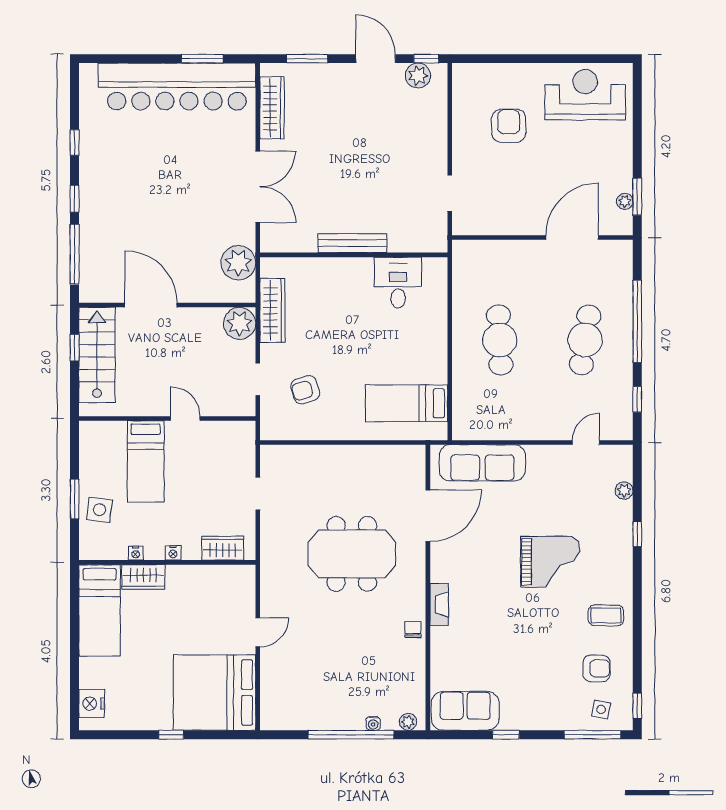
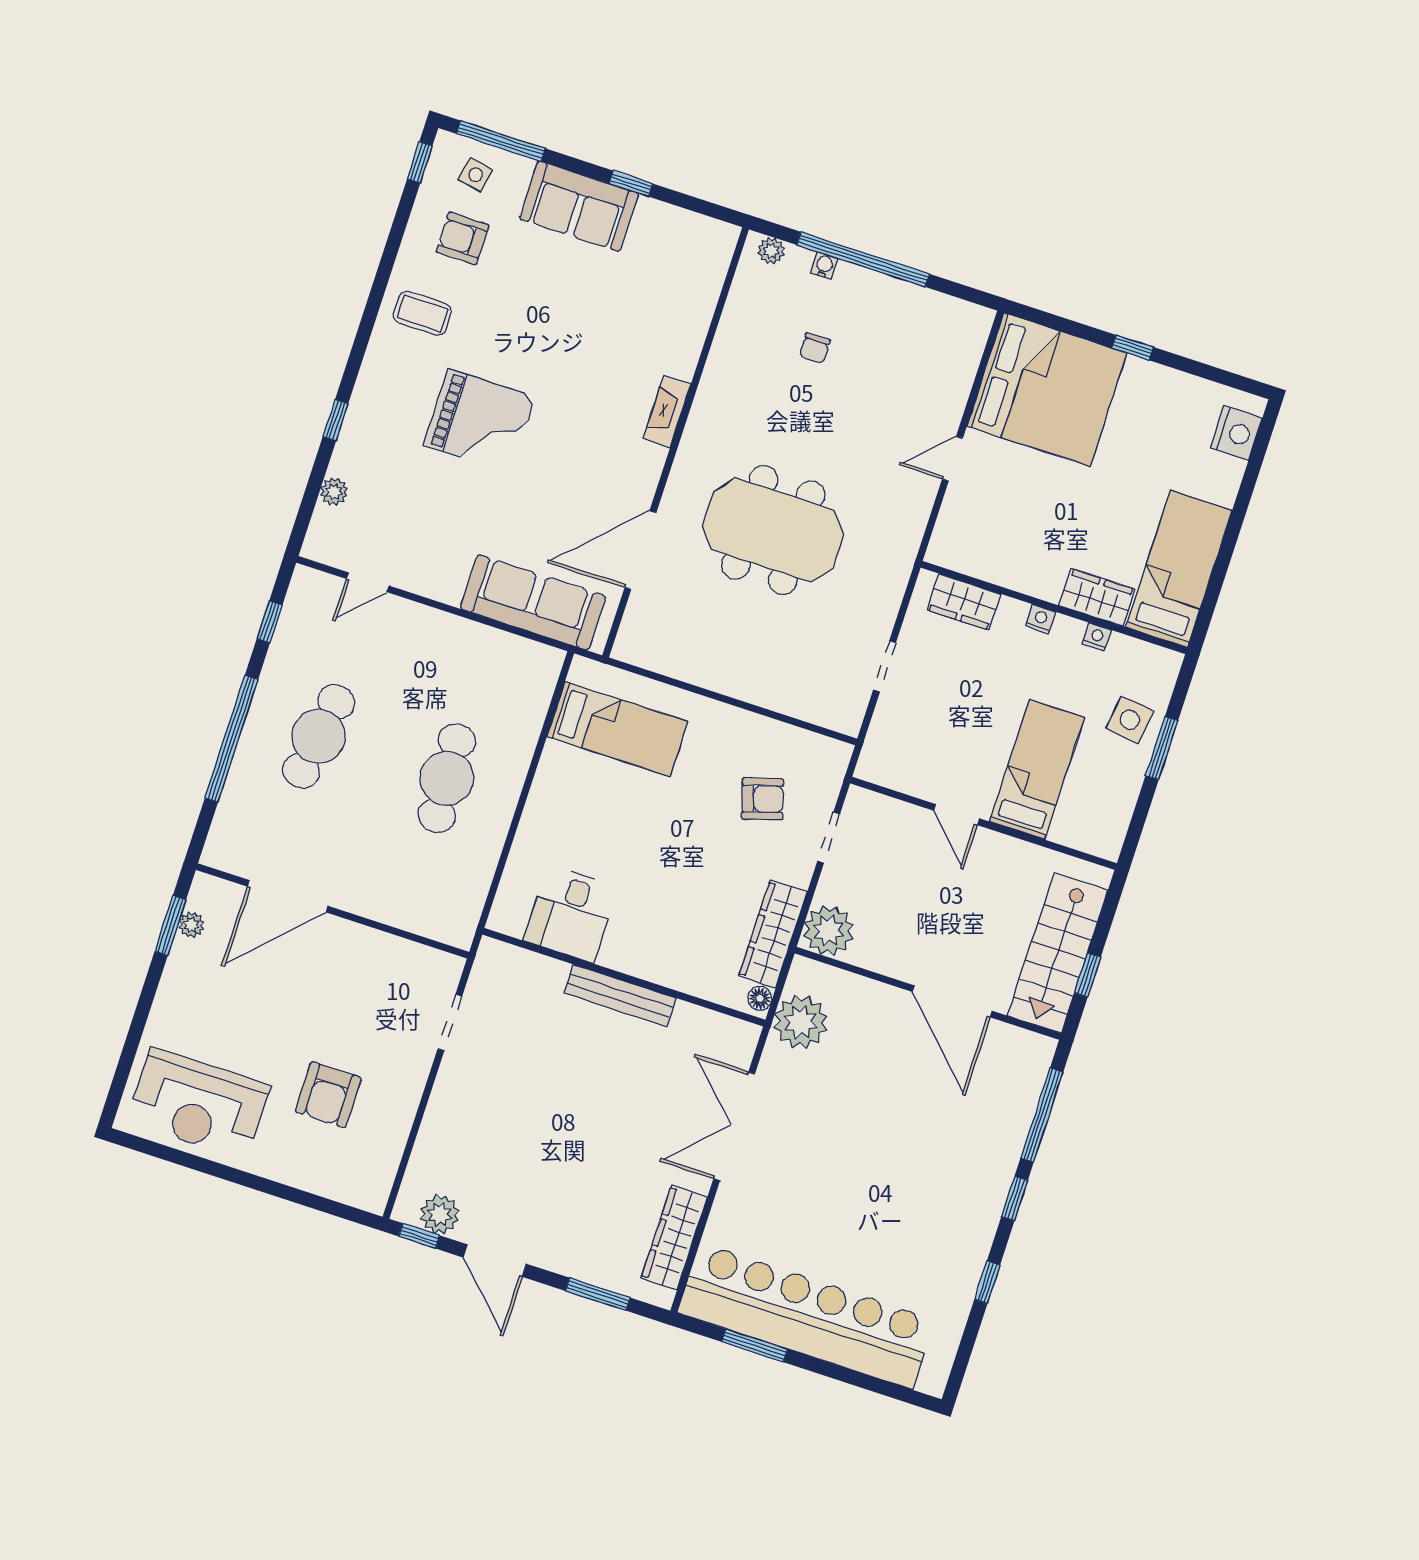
floor lamp: (268, 269) -> (760, 998), added
grand piano: (550, 562) -> (480, 421), turned 180
chair: (413, 629) -> (815, 348), moved
sofa: (465, 711) -> (579, 206), moved

